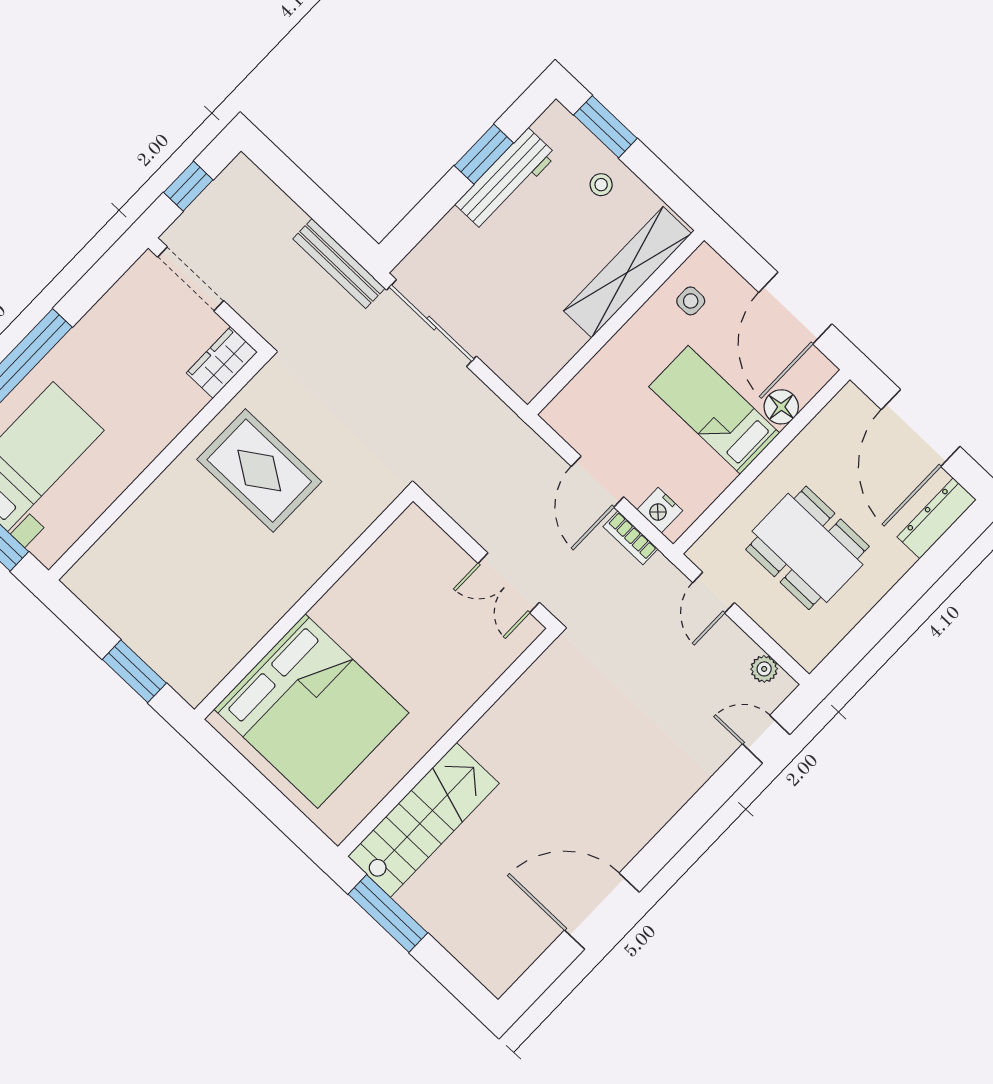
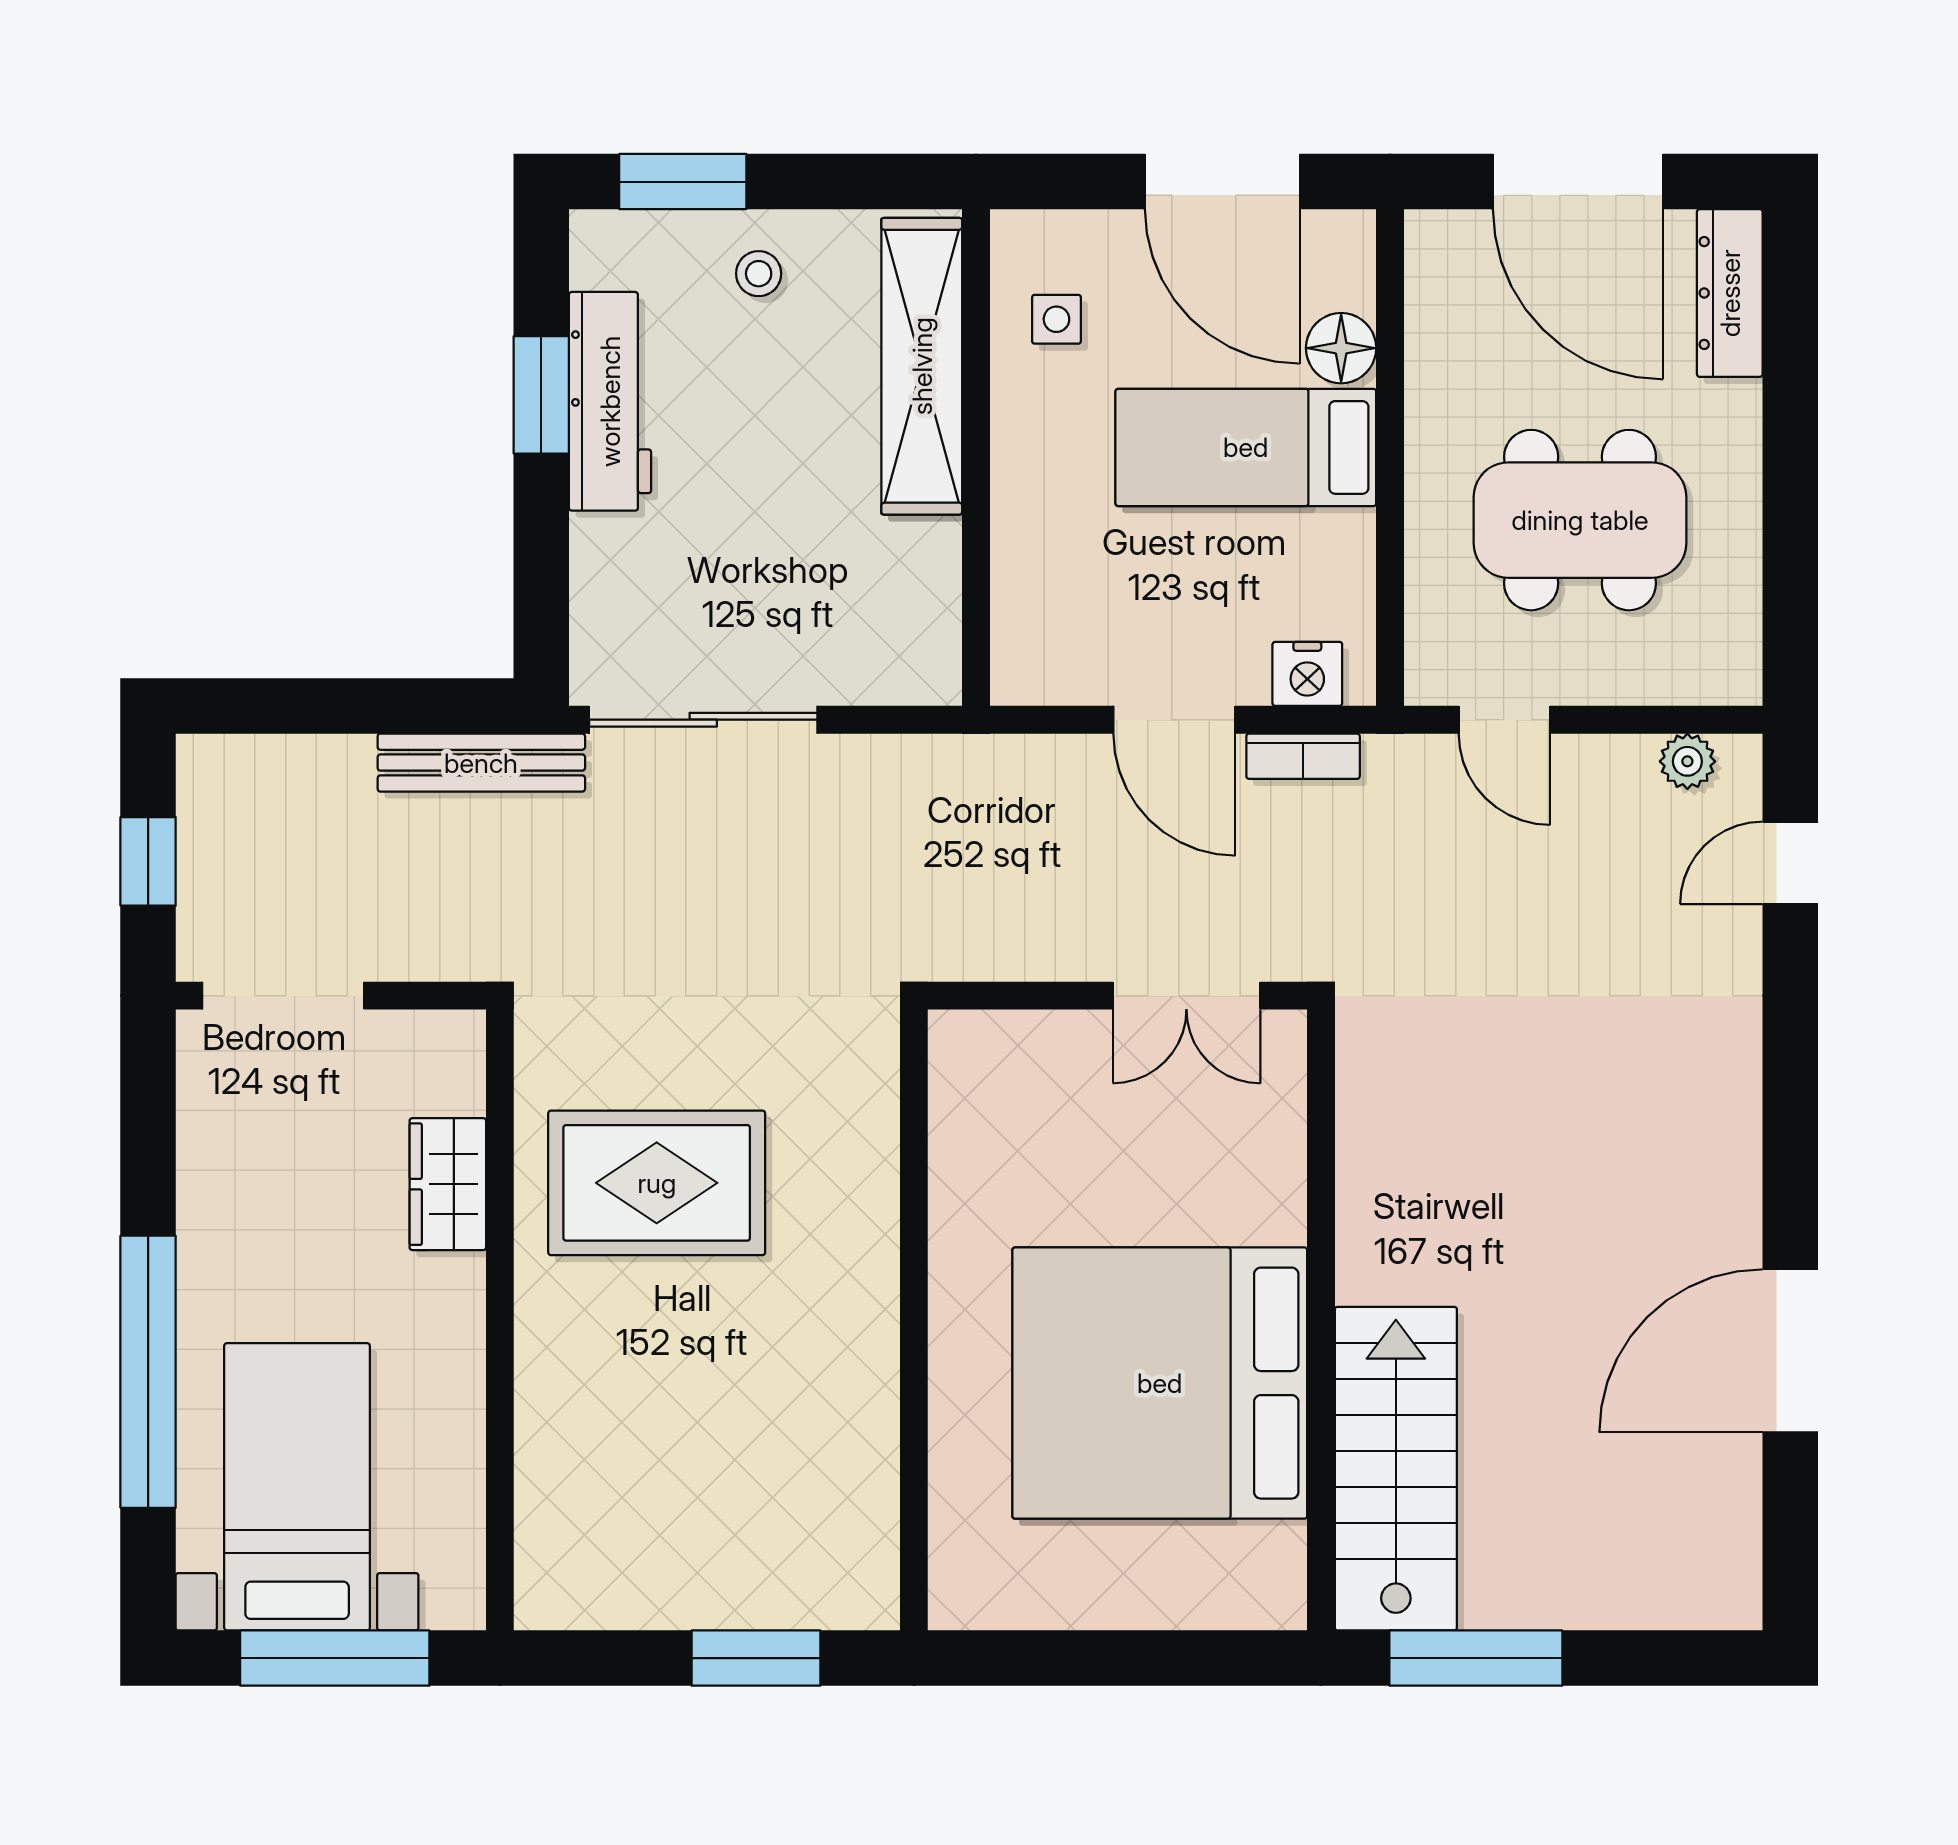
wardrobe: (222, 362) -> (448, 1184), moved
bed: (311, 711) -> (1160, 1383), moved, turned 180

